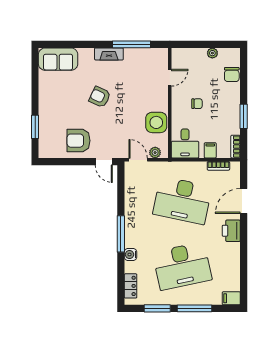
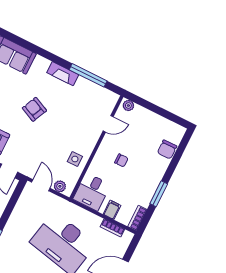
plant: (212, 53) -> (128, 105), moved
side table: (156, 122) -> (75, 159), width x0.54, depth x0.54

